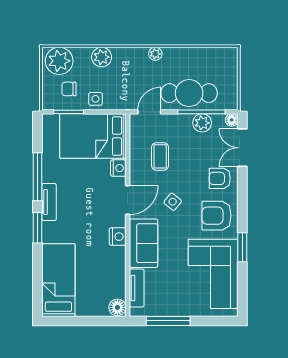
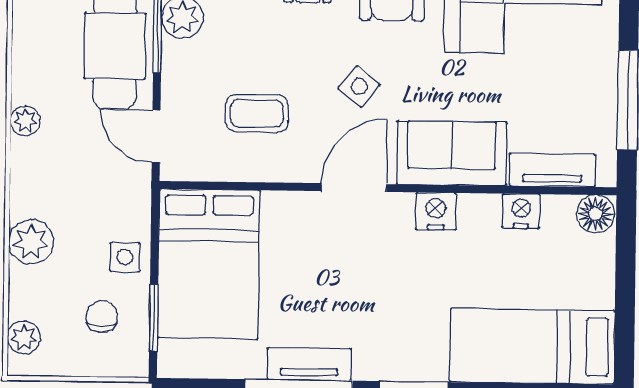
plant: (59, 61) -> (24, 338), width x0.53, depth x0.53
chair: (69, 89) -> (102, 316), turned 180
nightstand: (118, 168) -> (521, 211), moved
door: (128, 200) -> (354, 188), hinge flipped
tv unit: (49, 202) -> (309, 364), moved

